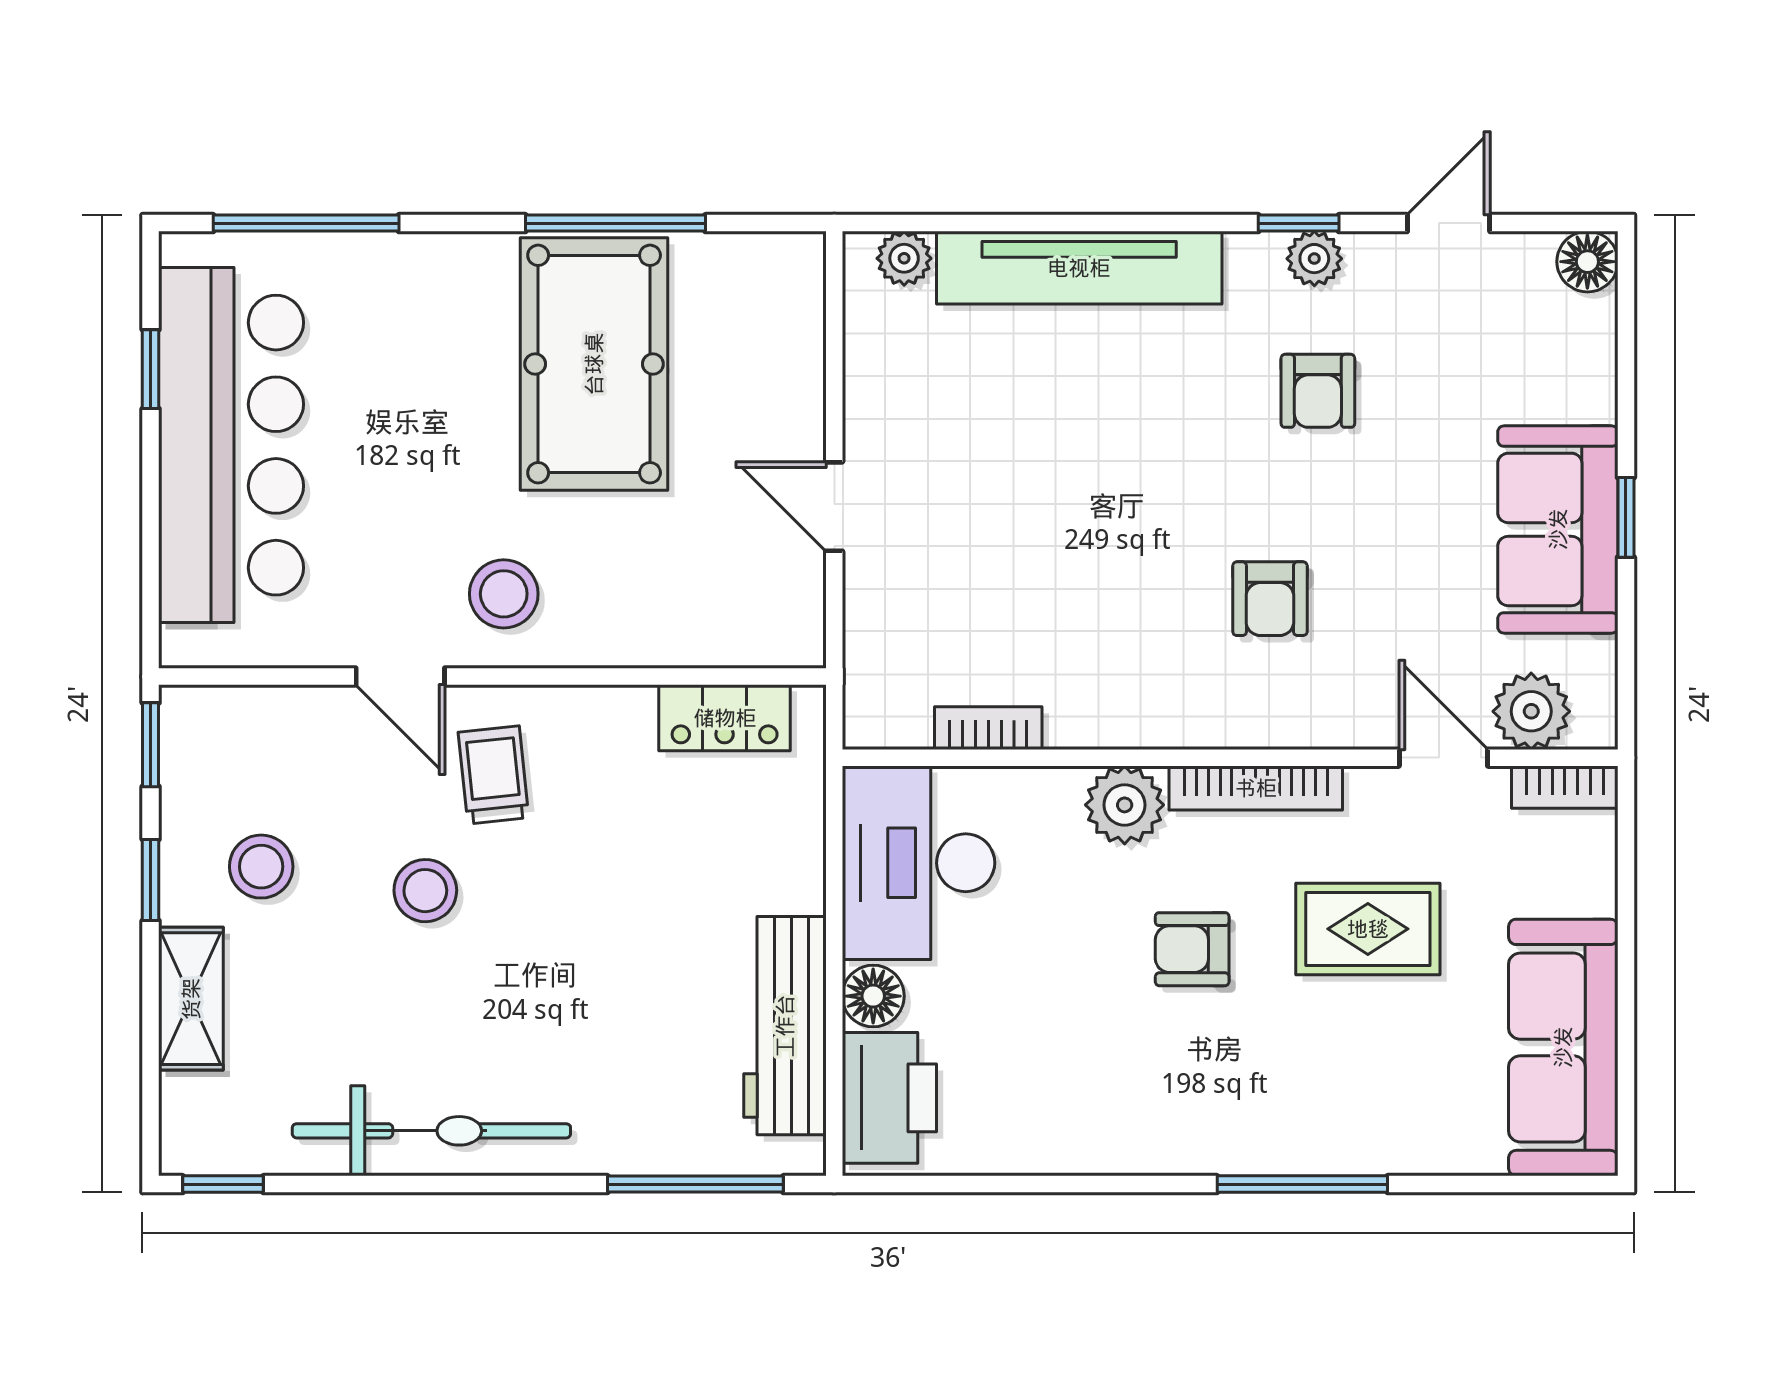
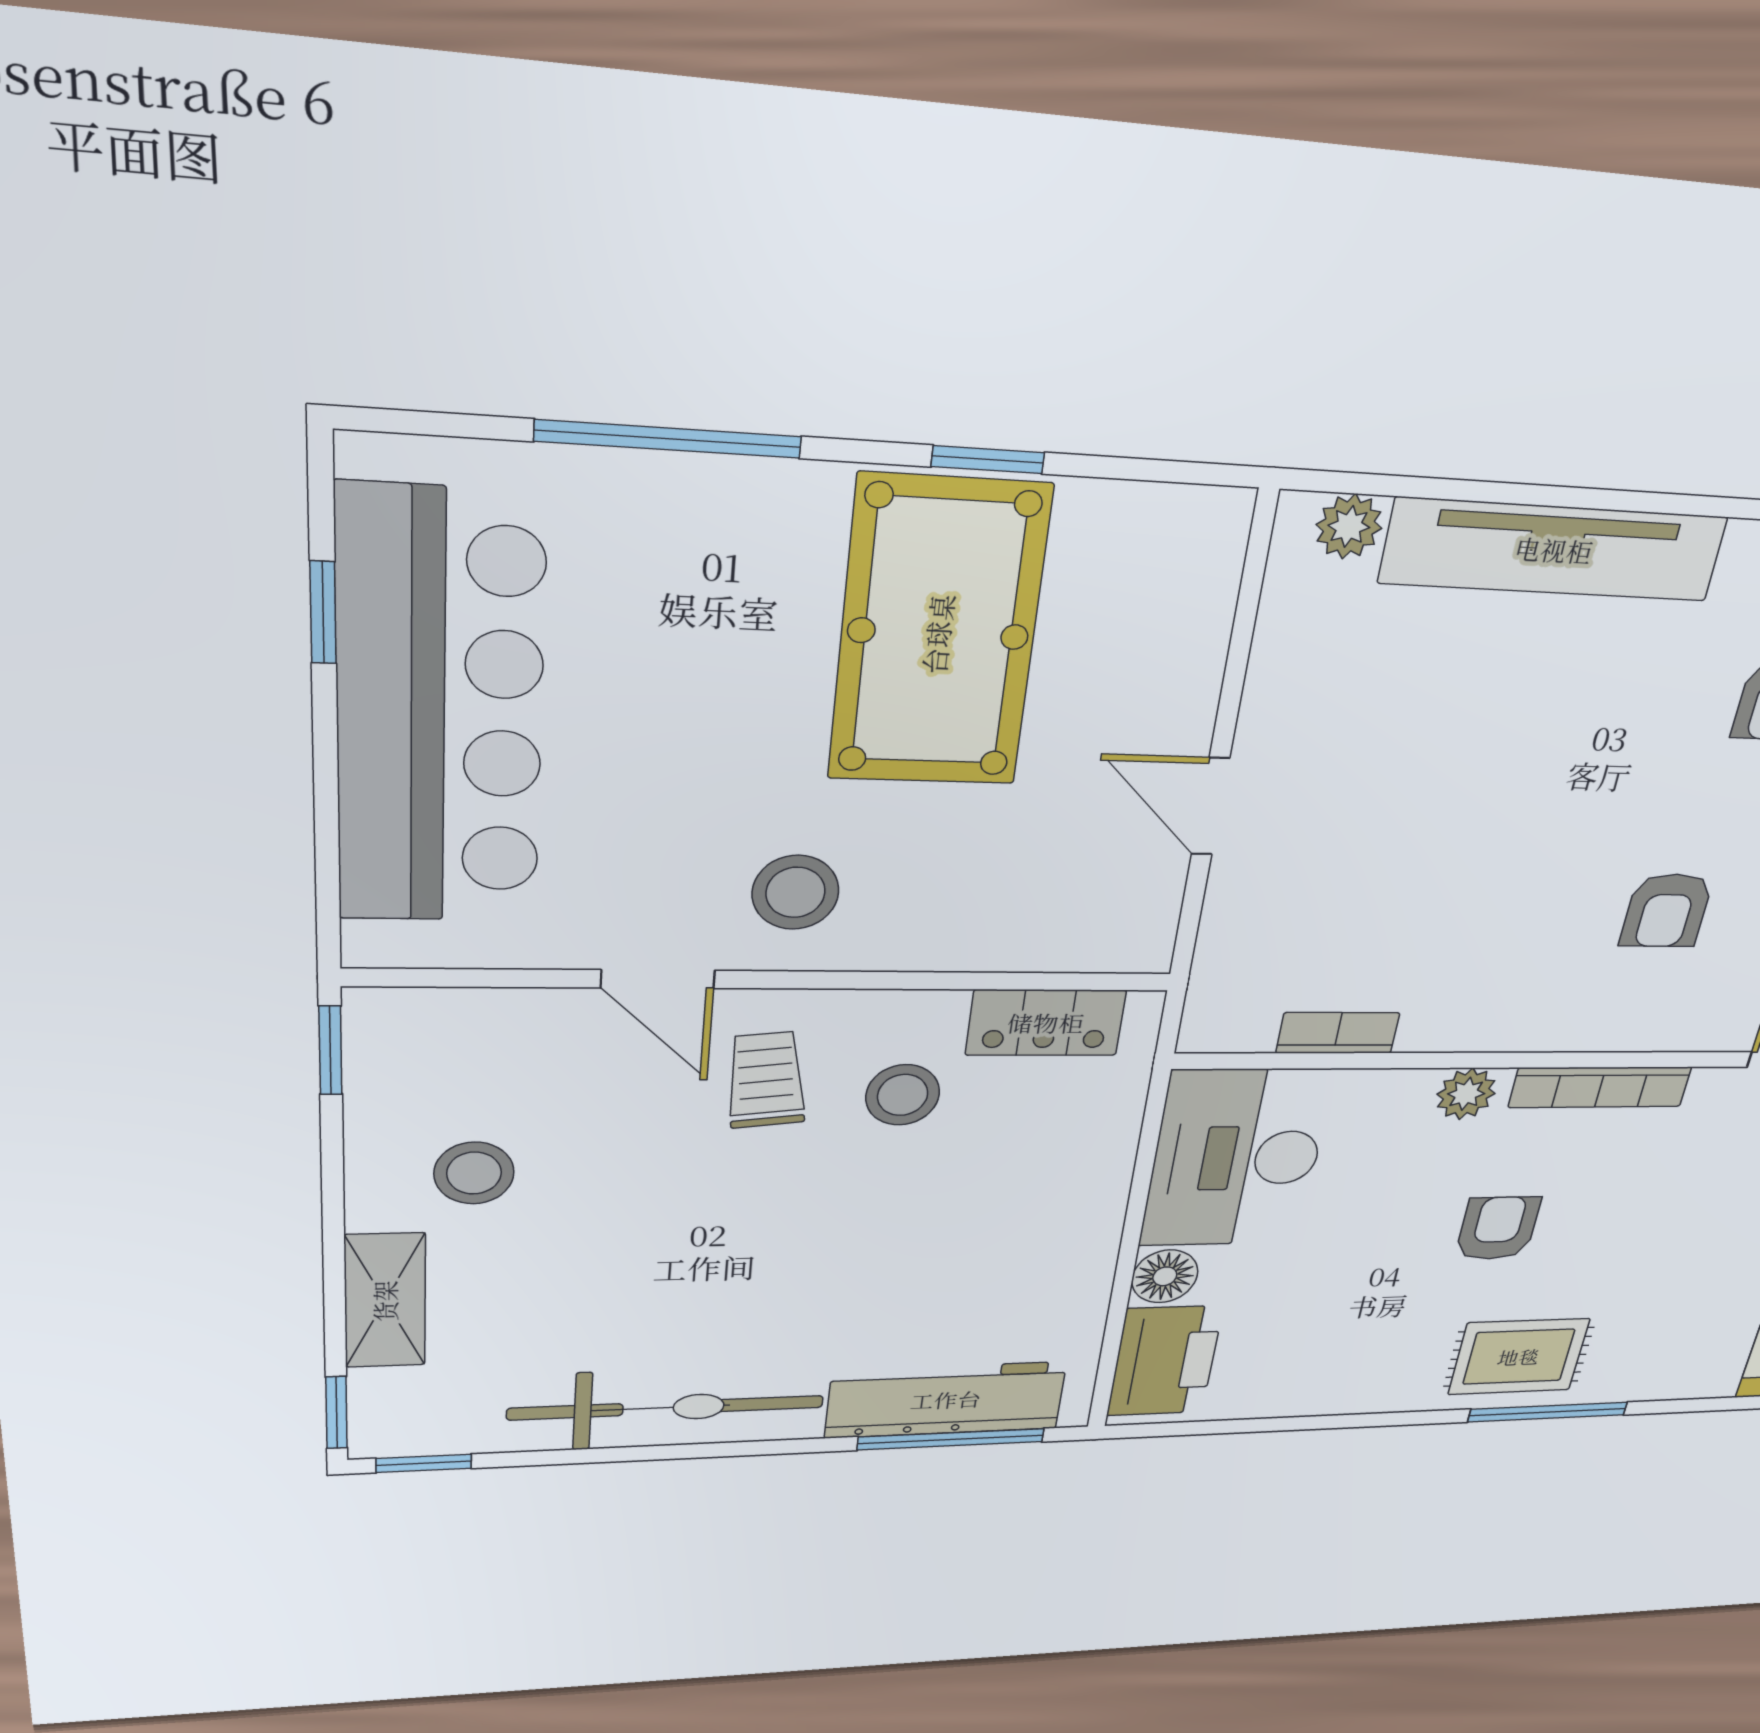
window: (306, 223) -> (669, 439), moved
window: (615, 223) -> (988, 460), width x0.46
plant: (1125, 805) -> (1466, 1094), width x0.73, depth x0.73
window: (151, 880) -> (336, 1413), moved
stool: (425, 891) -> (903, 1095), moved
rug: (1368, 929) -> (1519, 1357), moved
armchair: (1192, 949) -> (1498, 1228), turned 90
workbench: (785, 1026) -> (946, 1400), moved, turned 90

